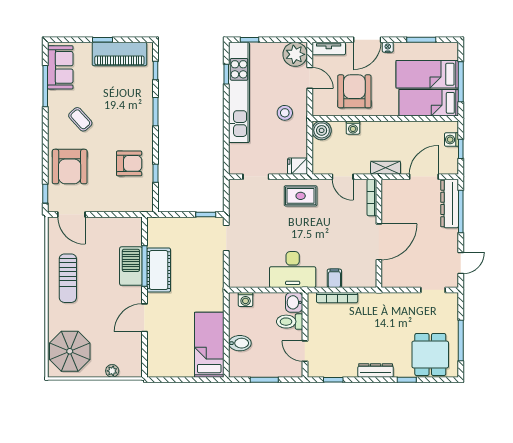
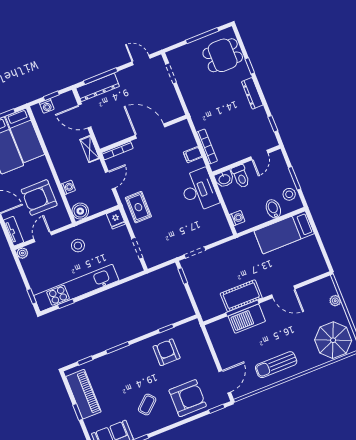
plant: (295, 54) -> (22, 253), width x0.53, depth x0.53
sun lounger: (68, 278) -> (276, 365), turned 180
stool: (249, 367) -> (289, 194), added

